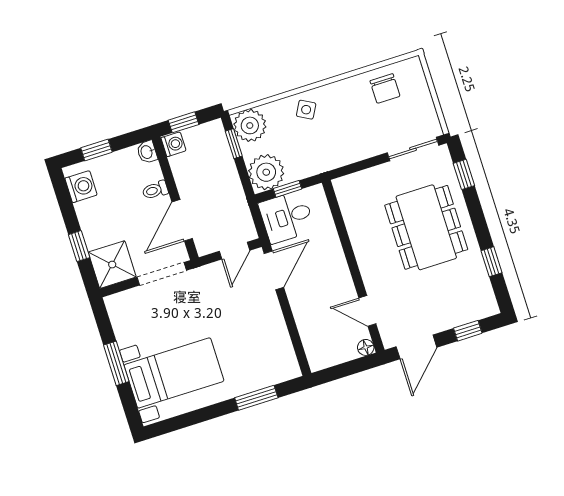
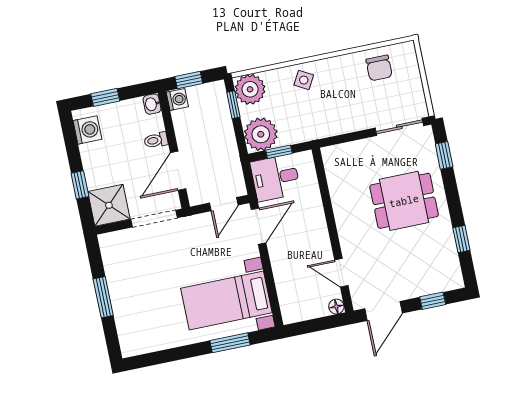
dining table: (426, 227) -> (404, 201), width x0.73
bed with nightstands: (174, 373) -> (226, 301), moved, turned 180

